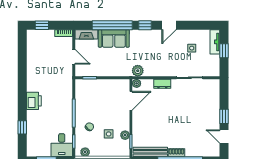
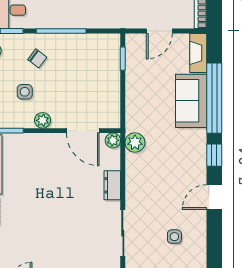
door: (169, 25) -> (214, 197), hinge flipped
plant: (125, 135) -> (43, 120), moved

